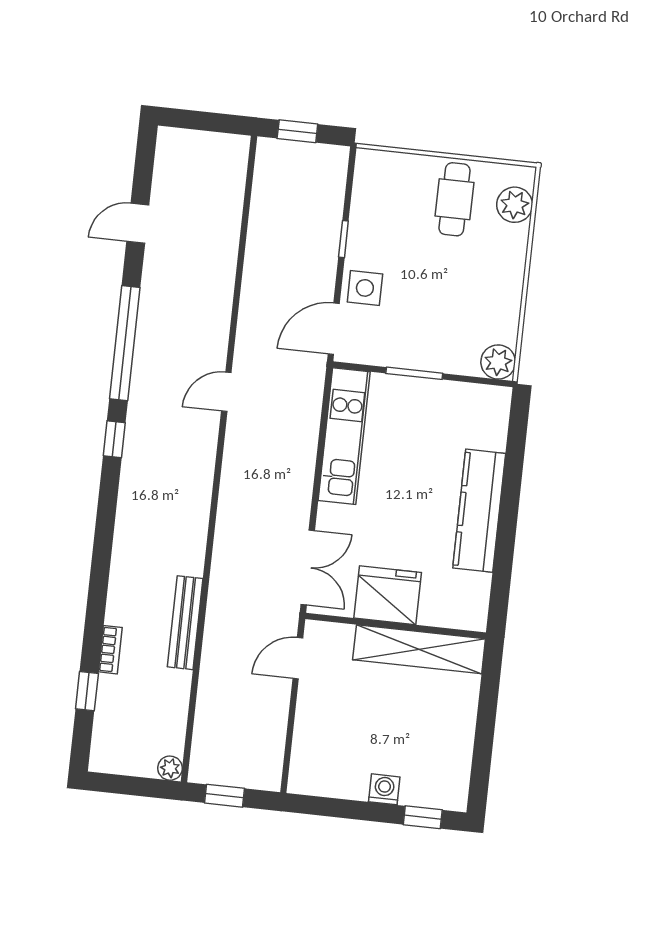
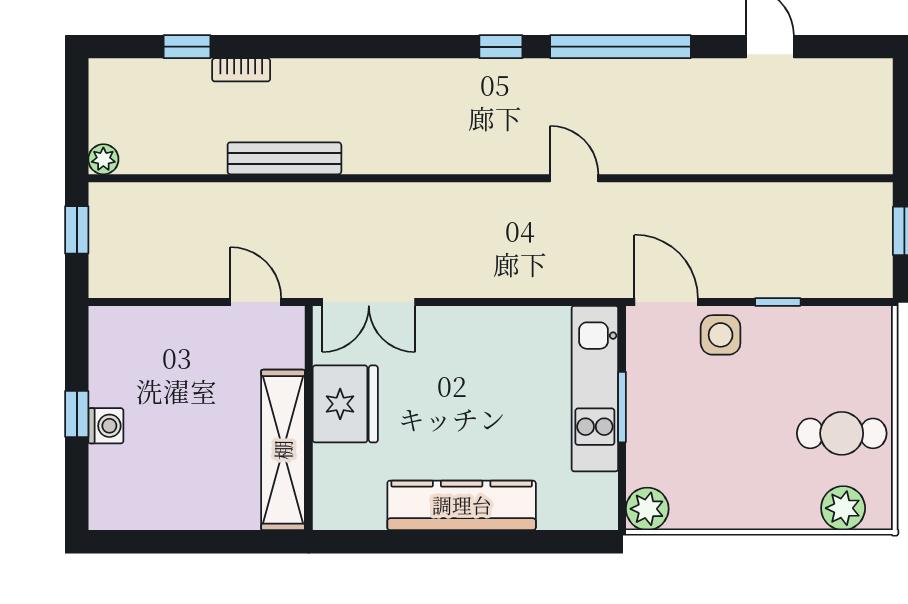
kitchen unit: (344, 436) -> (595, 389), moved, turned 90
window: (423, 817) -> (77, 414), moved

